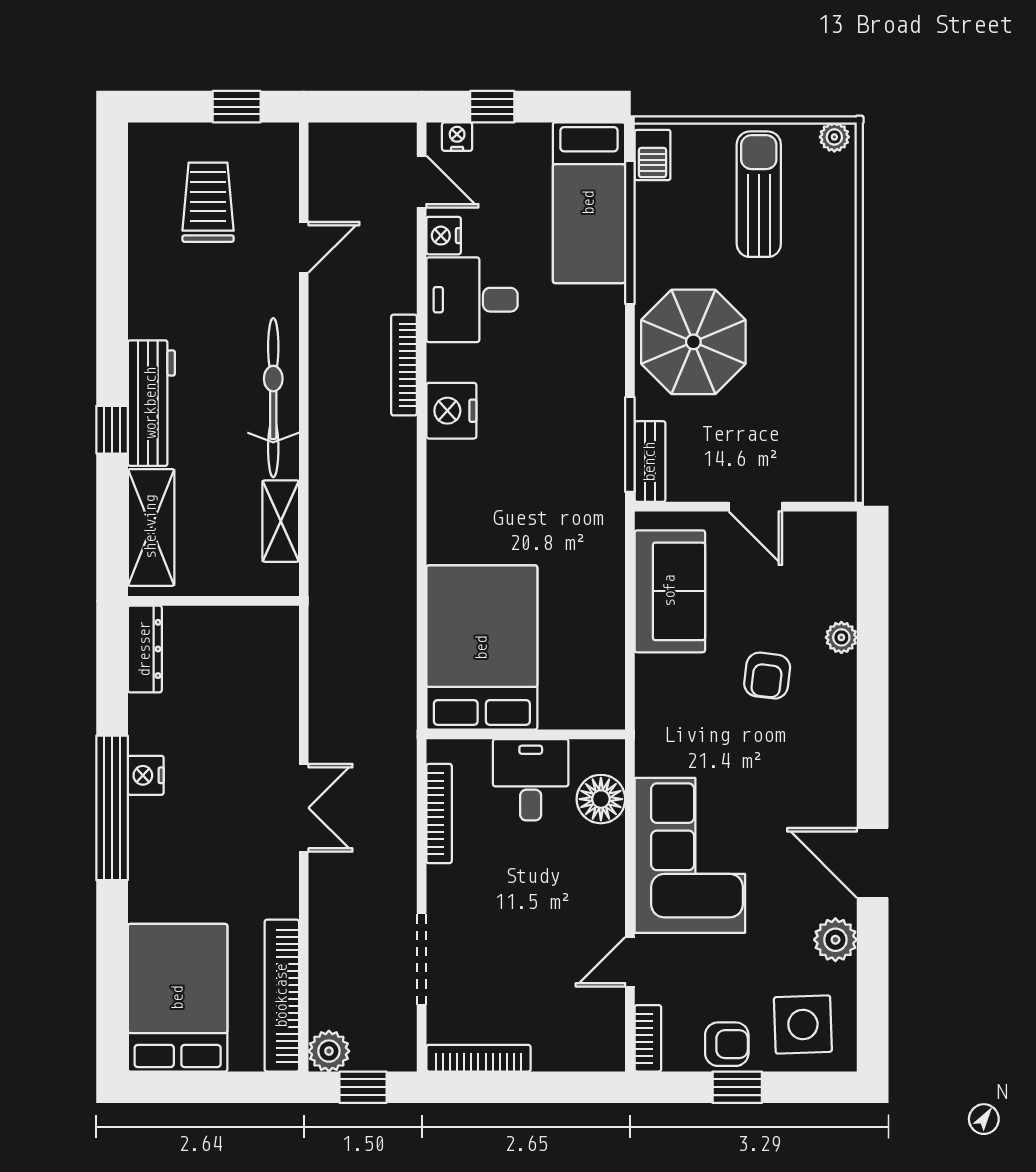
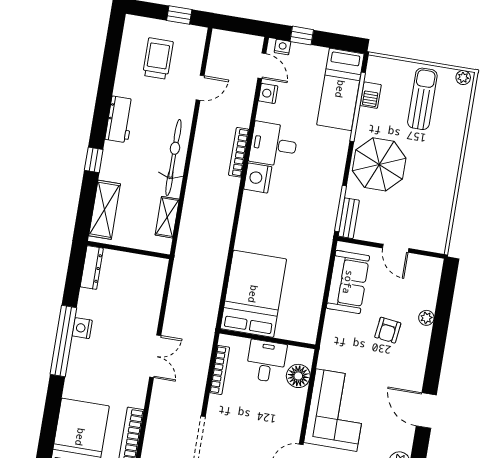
barbecue: (652, 155) -> (371, 95), moved
desk: (472, 300) -> (274, 144), moved
workbench: (151, 403) -> (120, 119), moved, width x0.73
door: (873, 863) -> (426, 411), moved

